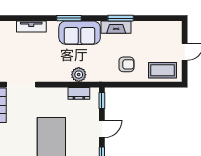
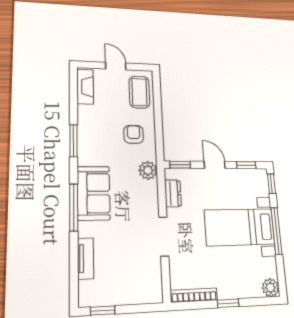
window: (69, 18) -> (74, 207), width x1.44
fireplace: (116, 27) -> (85, 87), moved
plant: (79, 75) -> (148, 170), moved
doorway: (21, 85) -> (164, 237), moved

